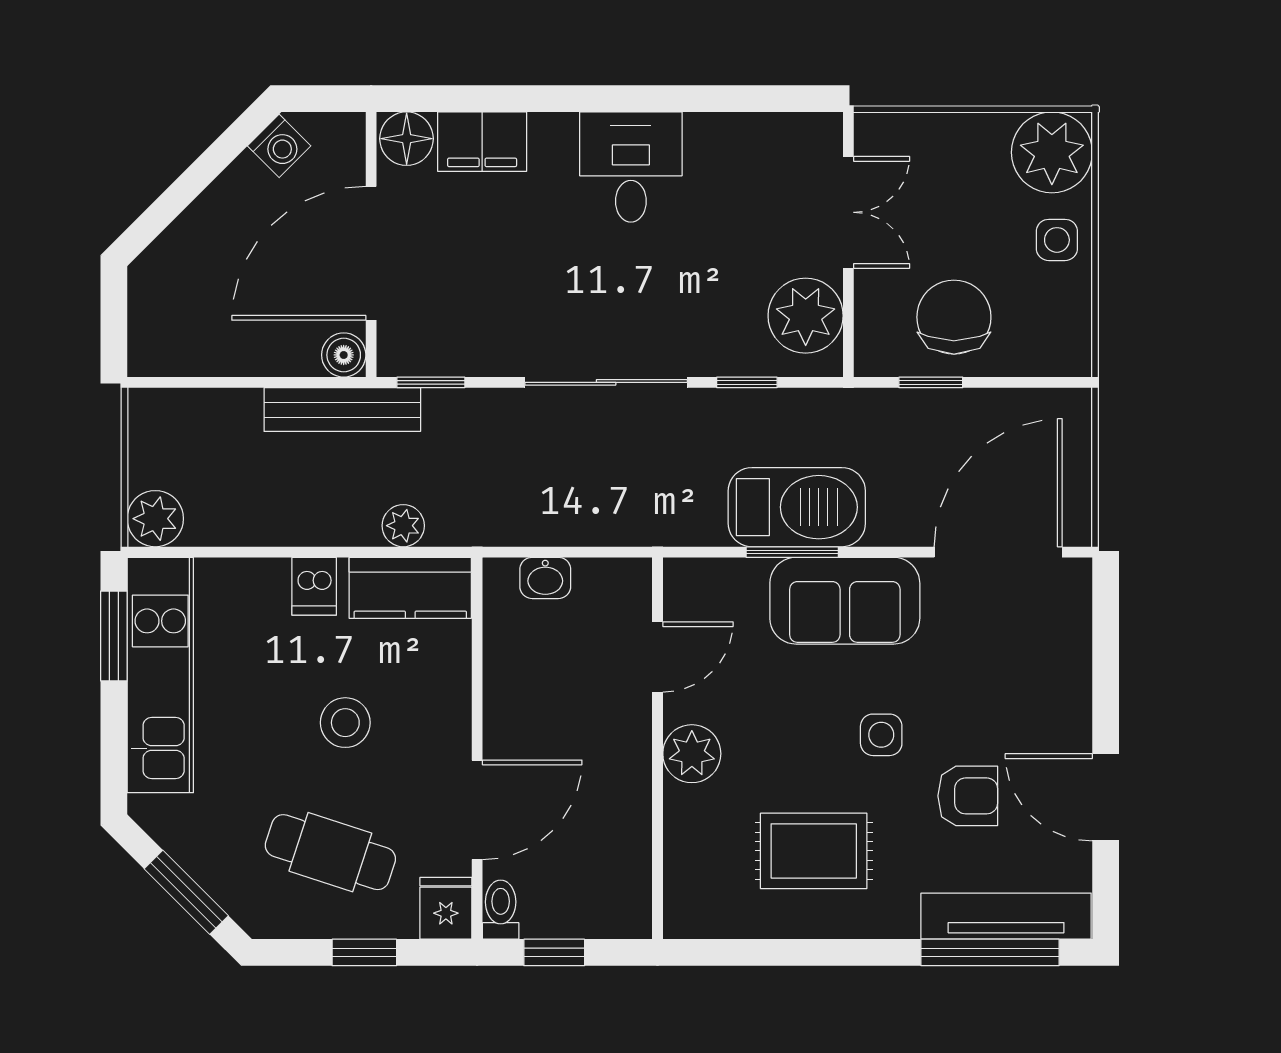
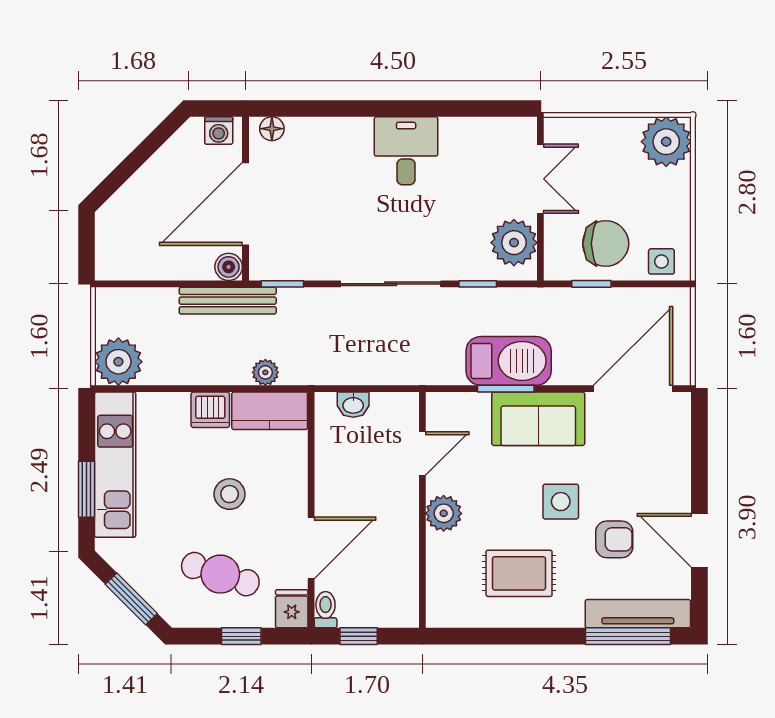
floor lamp: (407, 139) -> (272, 129), width x0.73, depth x0.73
filing cabinet: (482, 142) -> (314, 135), removed
washing machine: (279, 146) -> (219, 131), moved, turned 45
side table: (1057, 240) -> (661, 261), moved
chair: (954, 317) -> (606, 244), turned 90
plant: (155, 519) -> (118, 362), width x1.36, depth x1.36
dishwasher: (314, 586) -> (210, 410), width x1.38
window: (114, 636) -> (87, 489), moved
side table: (881, 735) -> (561, 502), width x1.37, depth x1.37

